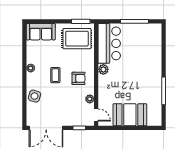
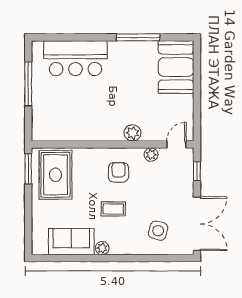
sofa: (41, 32) -> (71, 242), moved, turned -90
bar counter: (109, 43) -> (75, 58), moved, turned 180
plant: (103, 69) -> (132, 133), moved
side table: (35, 96) -> (158, 231), moved
booth: (130, 115) -> (176, 67), moved

